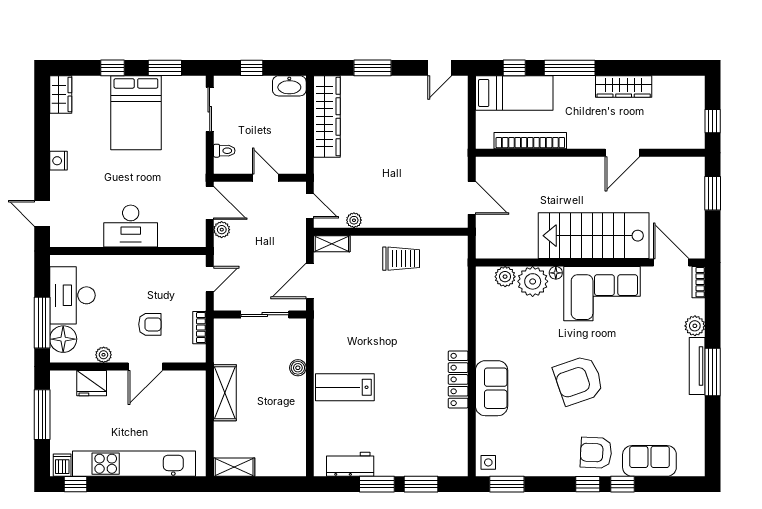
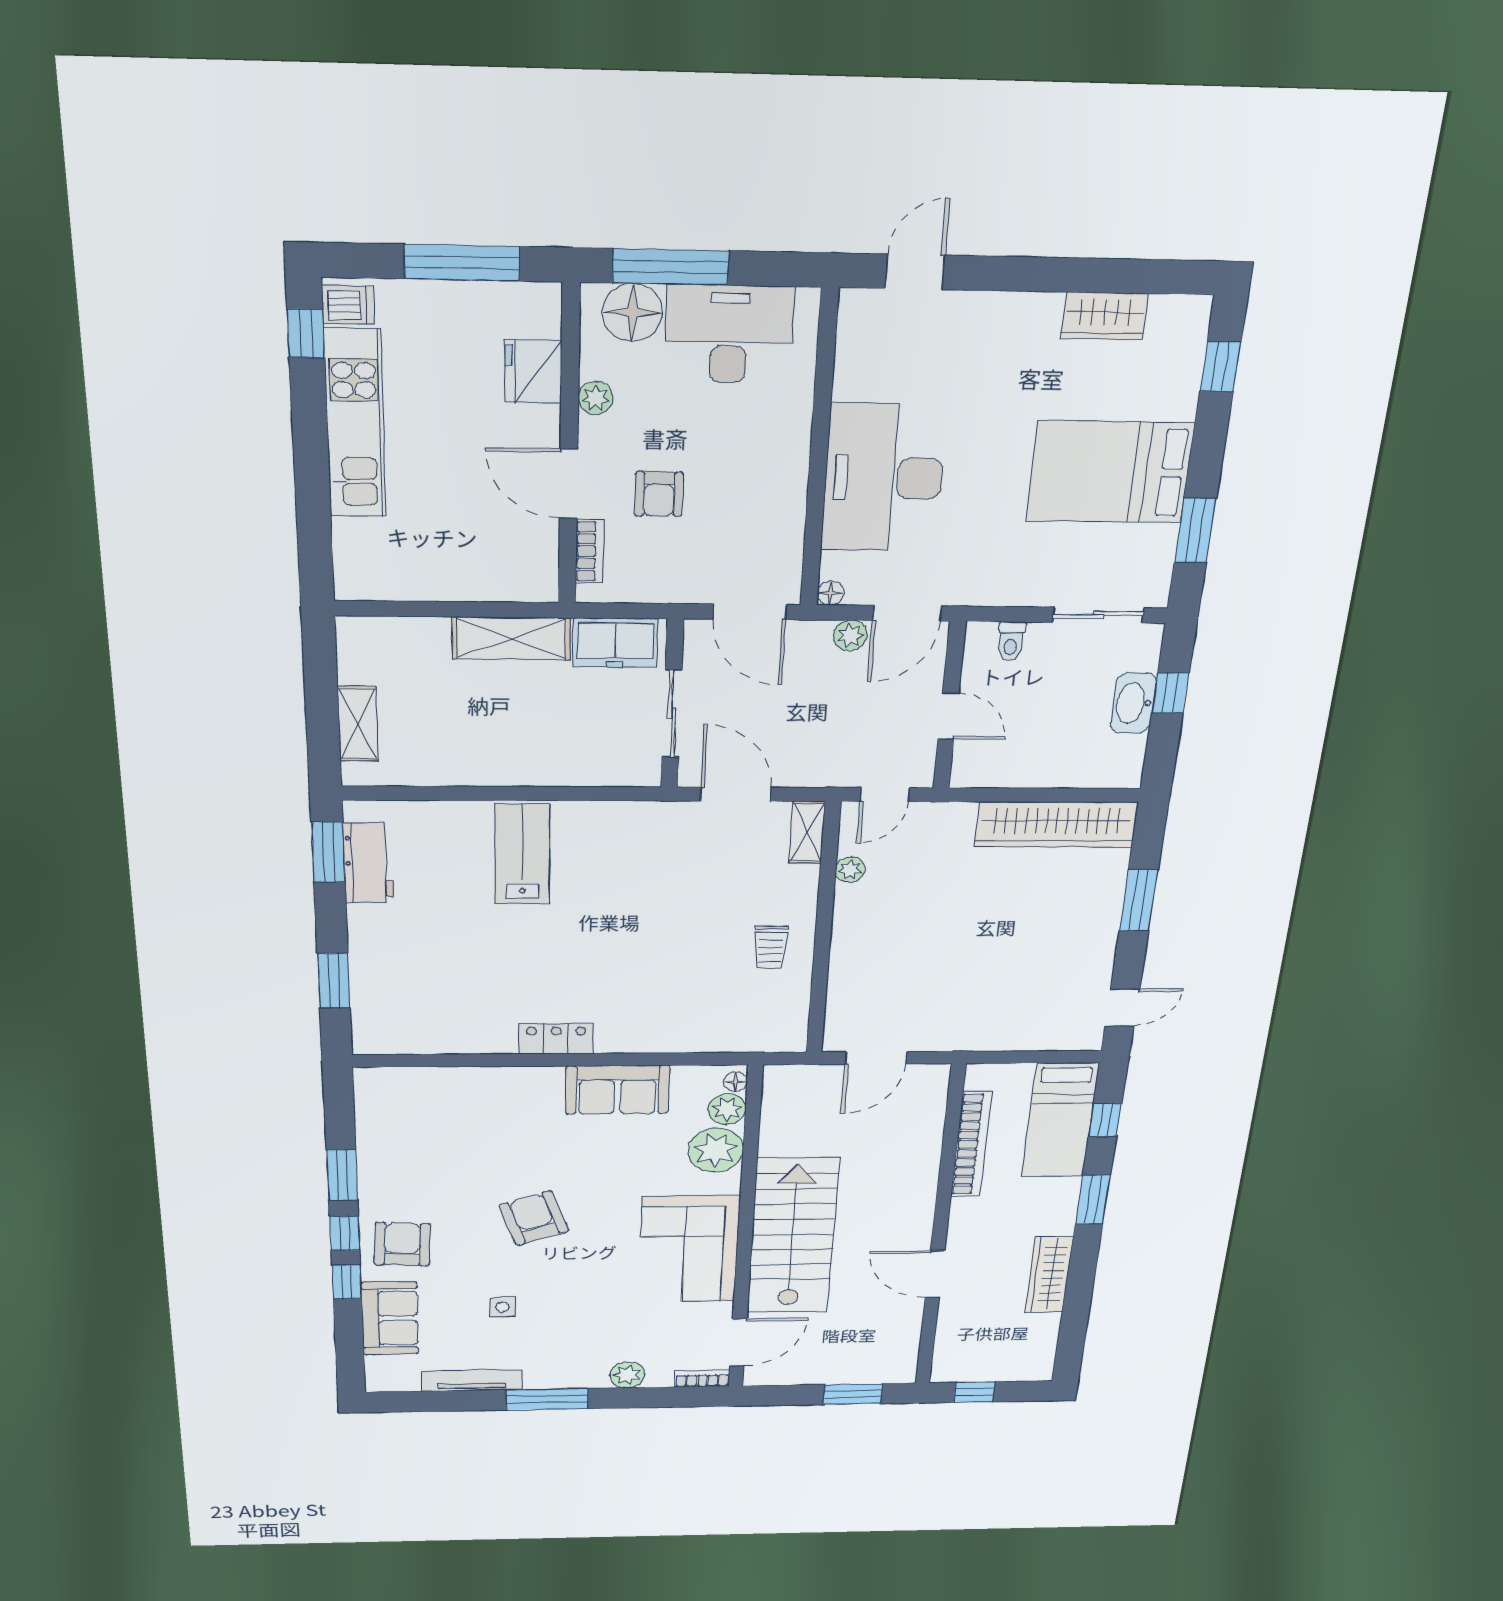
window: (113, 68) -> (1220, 367), moved
door: (440, 68) -> (1122, 1008), swing flipped
window: (570, 68) -> (1093, 1199), width x0.69
washbasin: (289, 86) -> (1133, 703), moved
wardrobe: (61, 94) -> (1104, 316), moved
nightstand: (59, 161) -> (1027, 310), removed
door: (265, 178) -> (948, 716), hinge flipped
desk: (131, 226) -> (884, 478), width x1.36, depth x1.30
floor lamp: (199, 241) -> (831, 593), added
trolley: (401, 259) -> (771, 948), width x0.73, depth x0.72
floor lamp: (556, 273) -> (736, 1082), moved
door: (210, 279) -> (750, 612), width x1.38
bookcase: (199, 328) -> (590, 551), moved, turned 90
freezer: (227, 343) -> (615, 643), added
tv unit: (697, 366) -> (472, 1380), moved
boiler: (298, 368) -> (562, 772), removed
locker: (458, 379) -> (556, 1039), width x0.66
armchair: (579, 380) -> (534, 1218), width x0.73, depth x0.73
sofa: (492, 388) -> (617, 1090), moved
side table: (488, 462) -> (503, 1307), moved
kitchen unit: (134, 464) -> (355, 424), width x0.73
shelving: (234, 467) -> (358, 724), moved
window: (377, 484) -> (328, 852), moved
window: (507, 484) -> (342, 1175), moved

